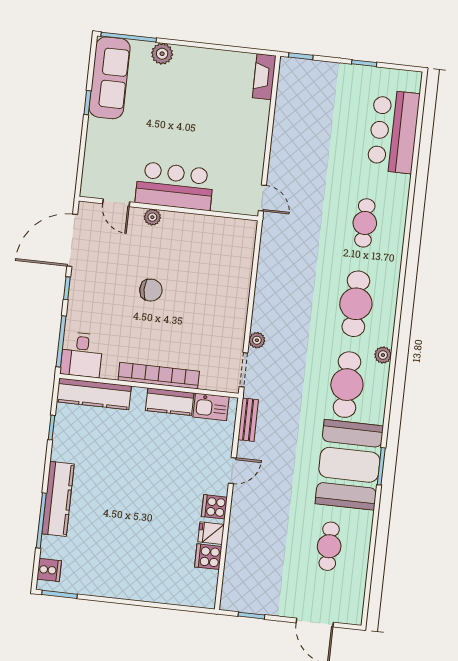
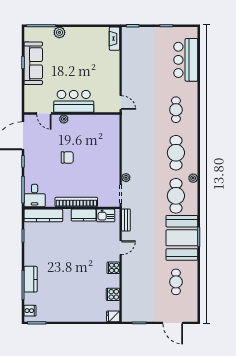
sofa: (110, 78) -> (33, 63), moved
kitchen counter: (58, 499) -> (31, 279), width x0.67
fridge: (211, 533) -> (113, 316), moved

